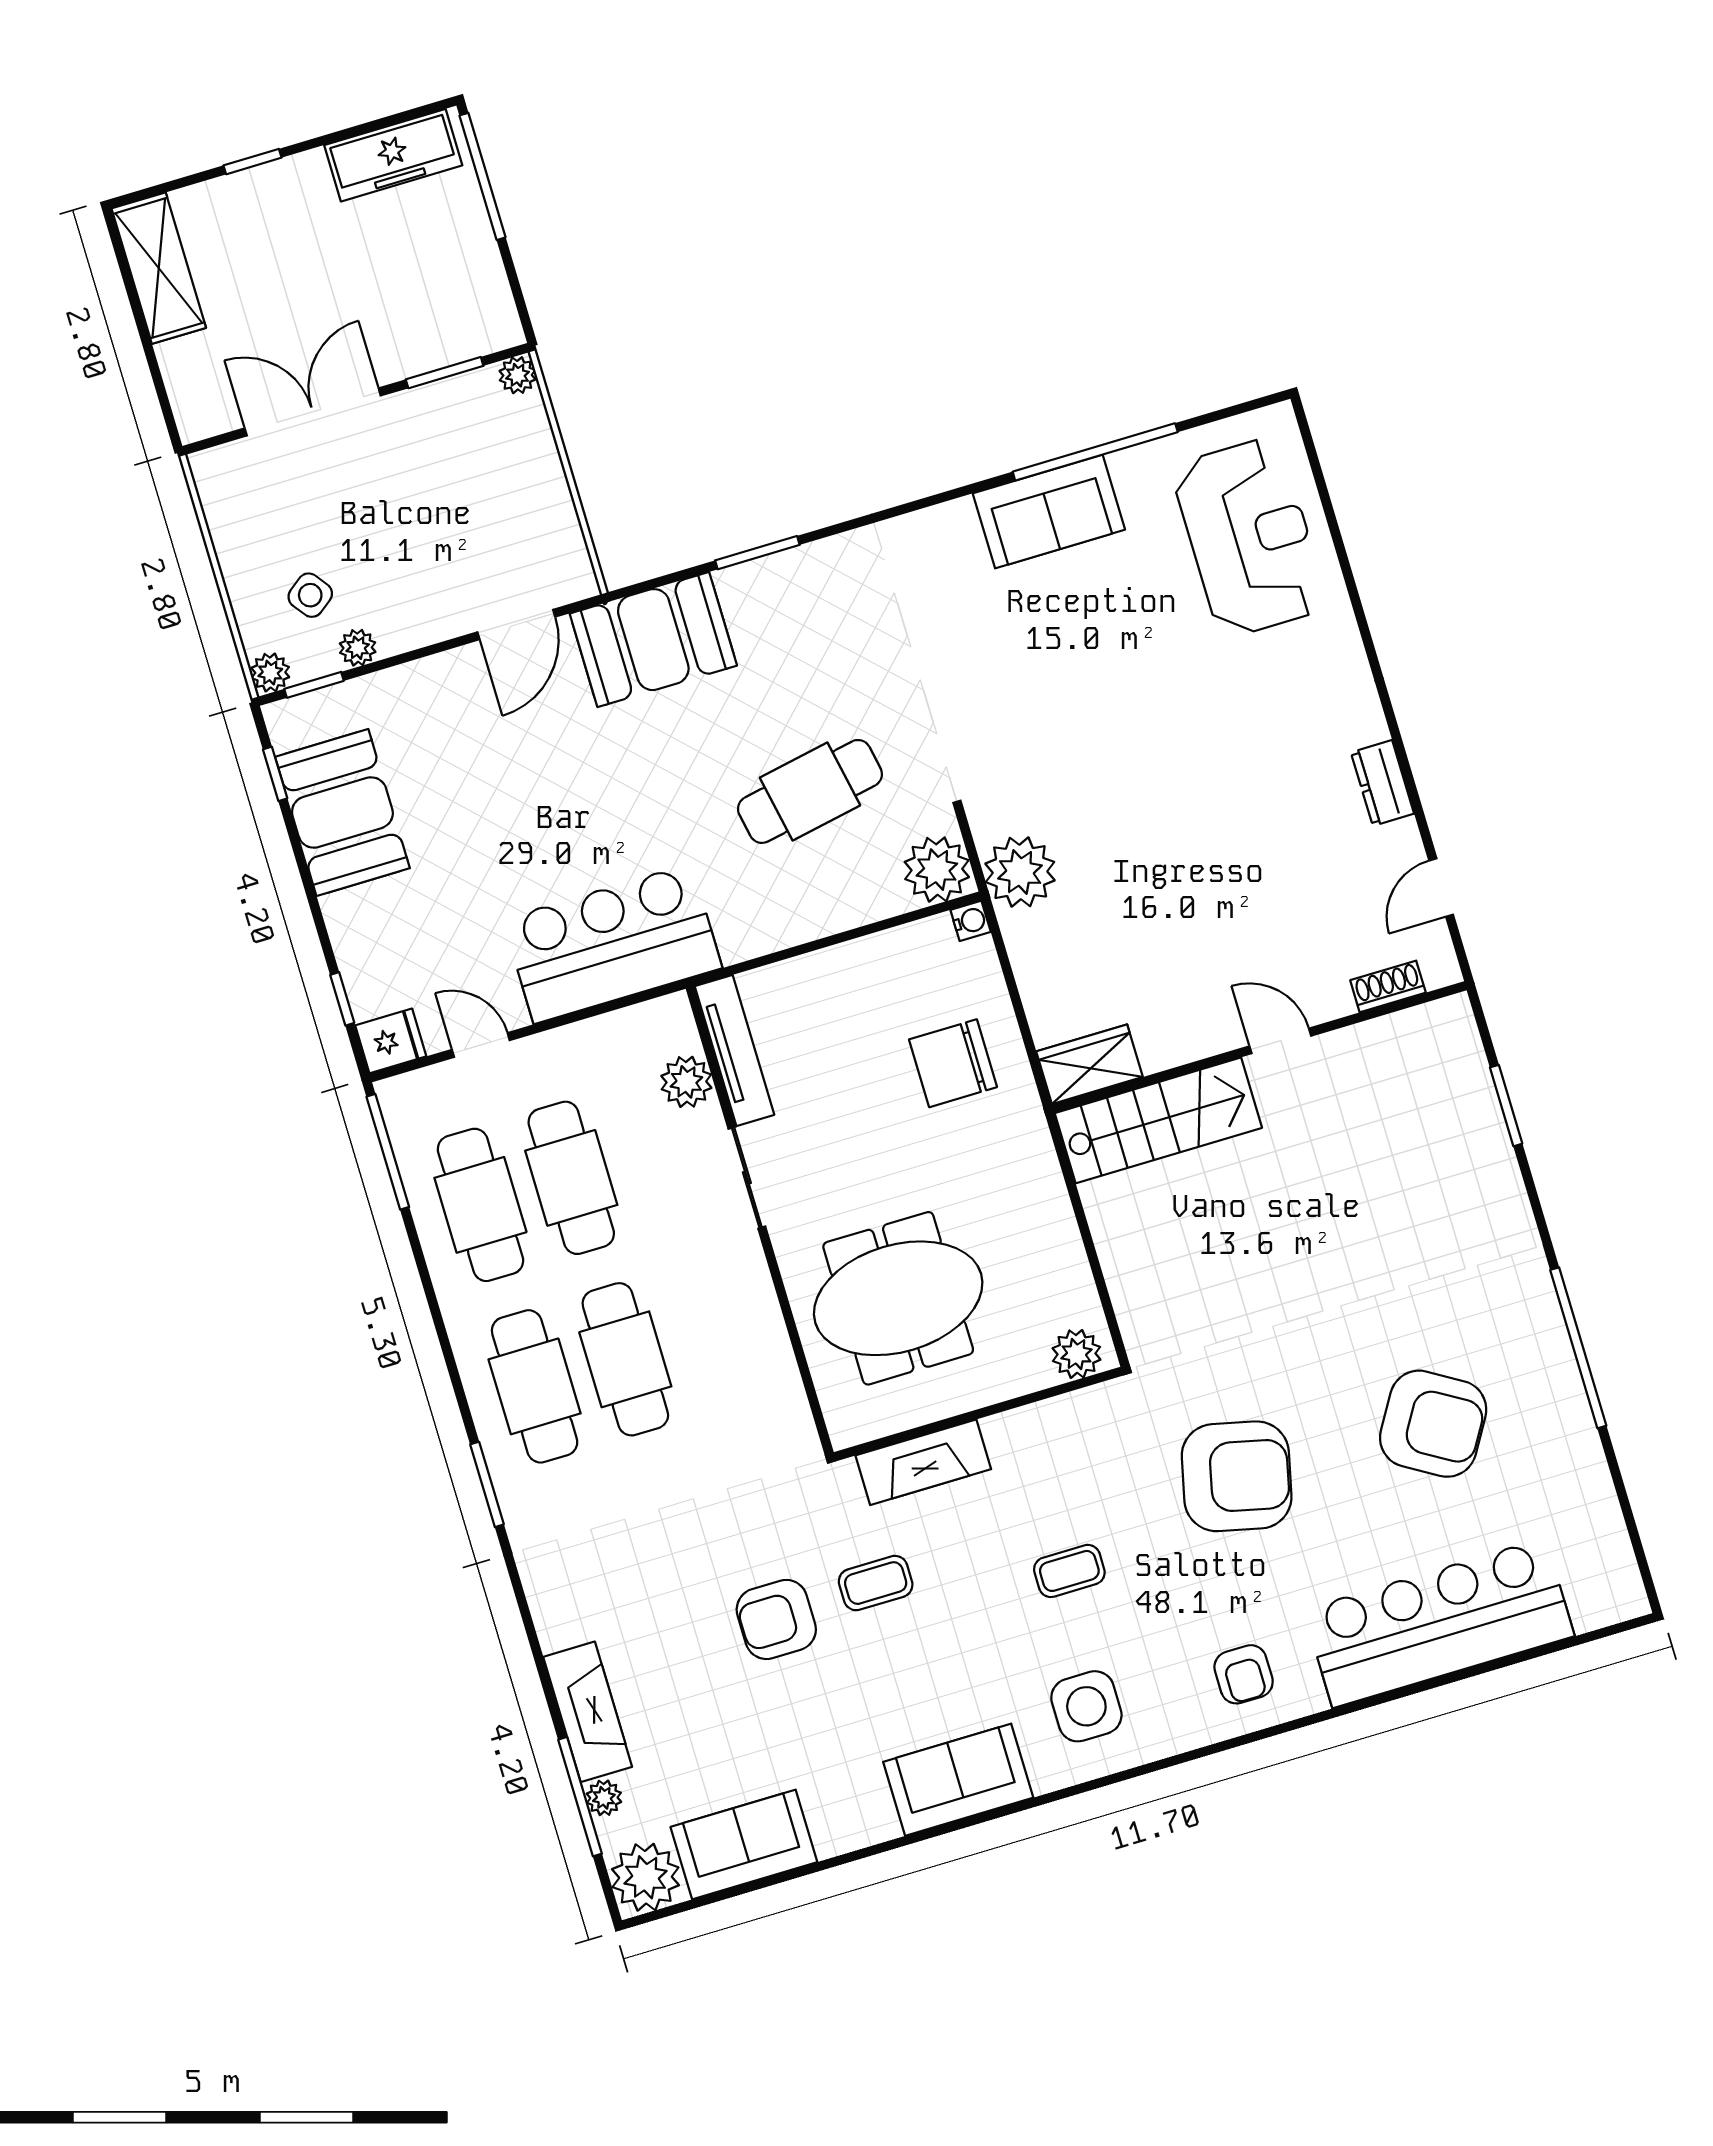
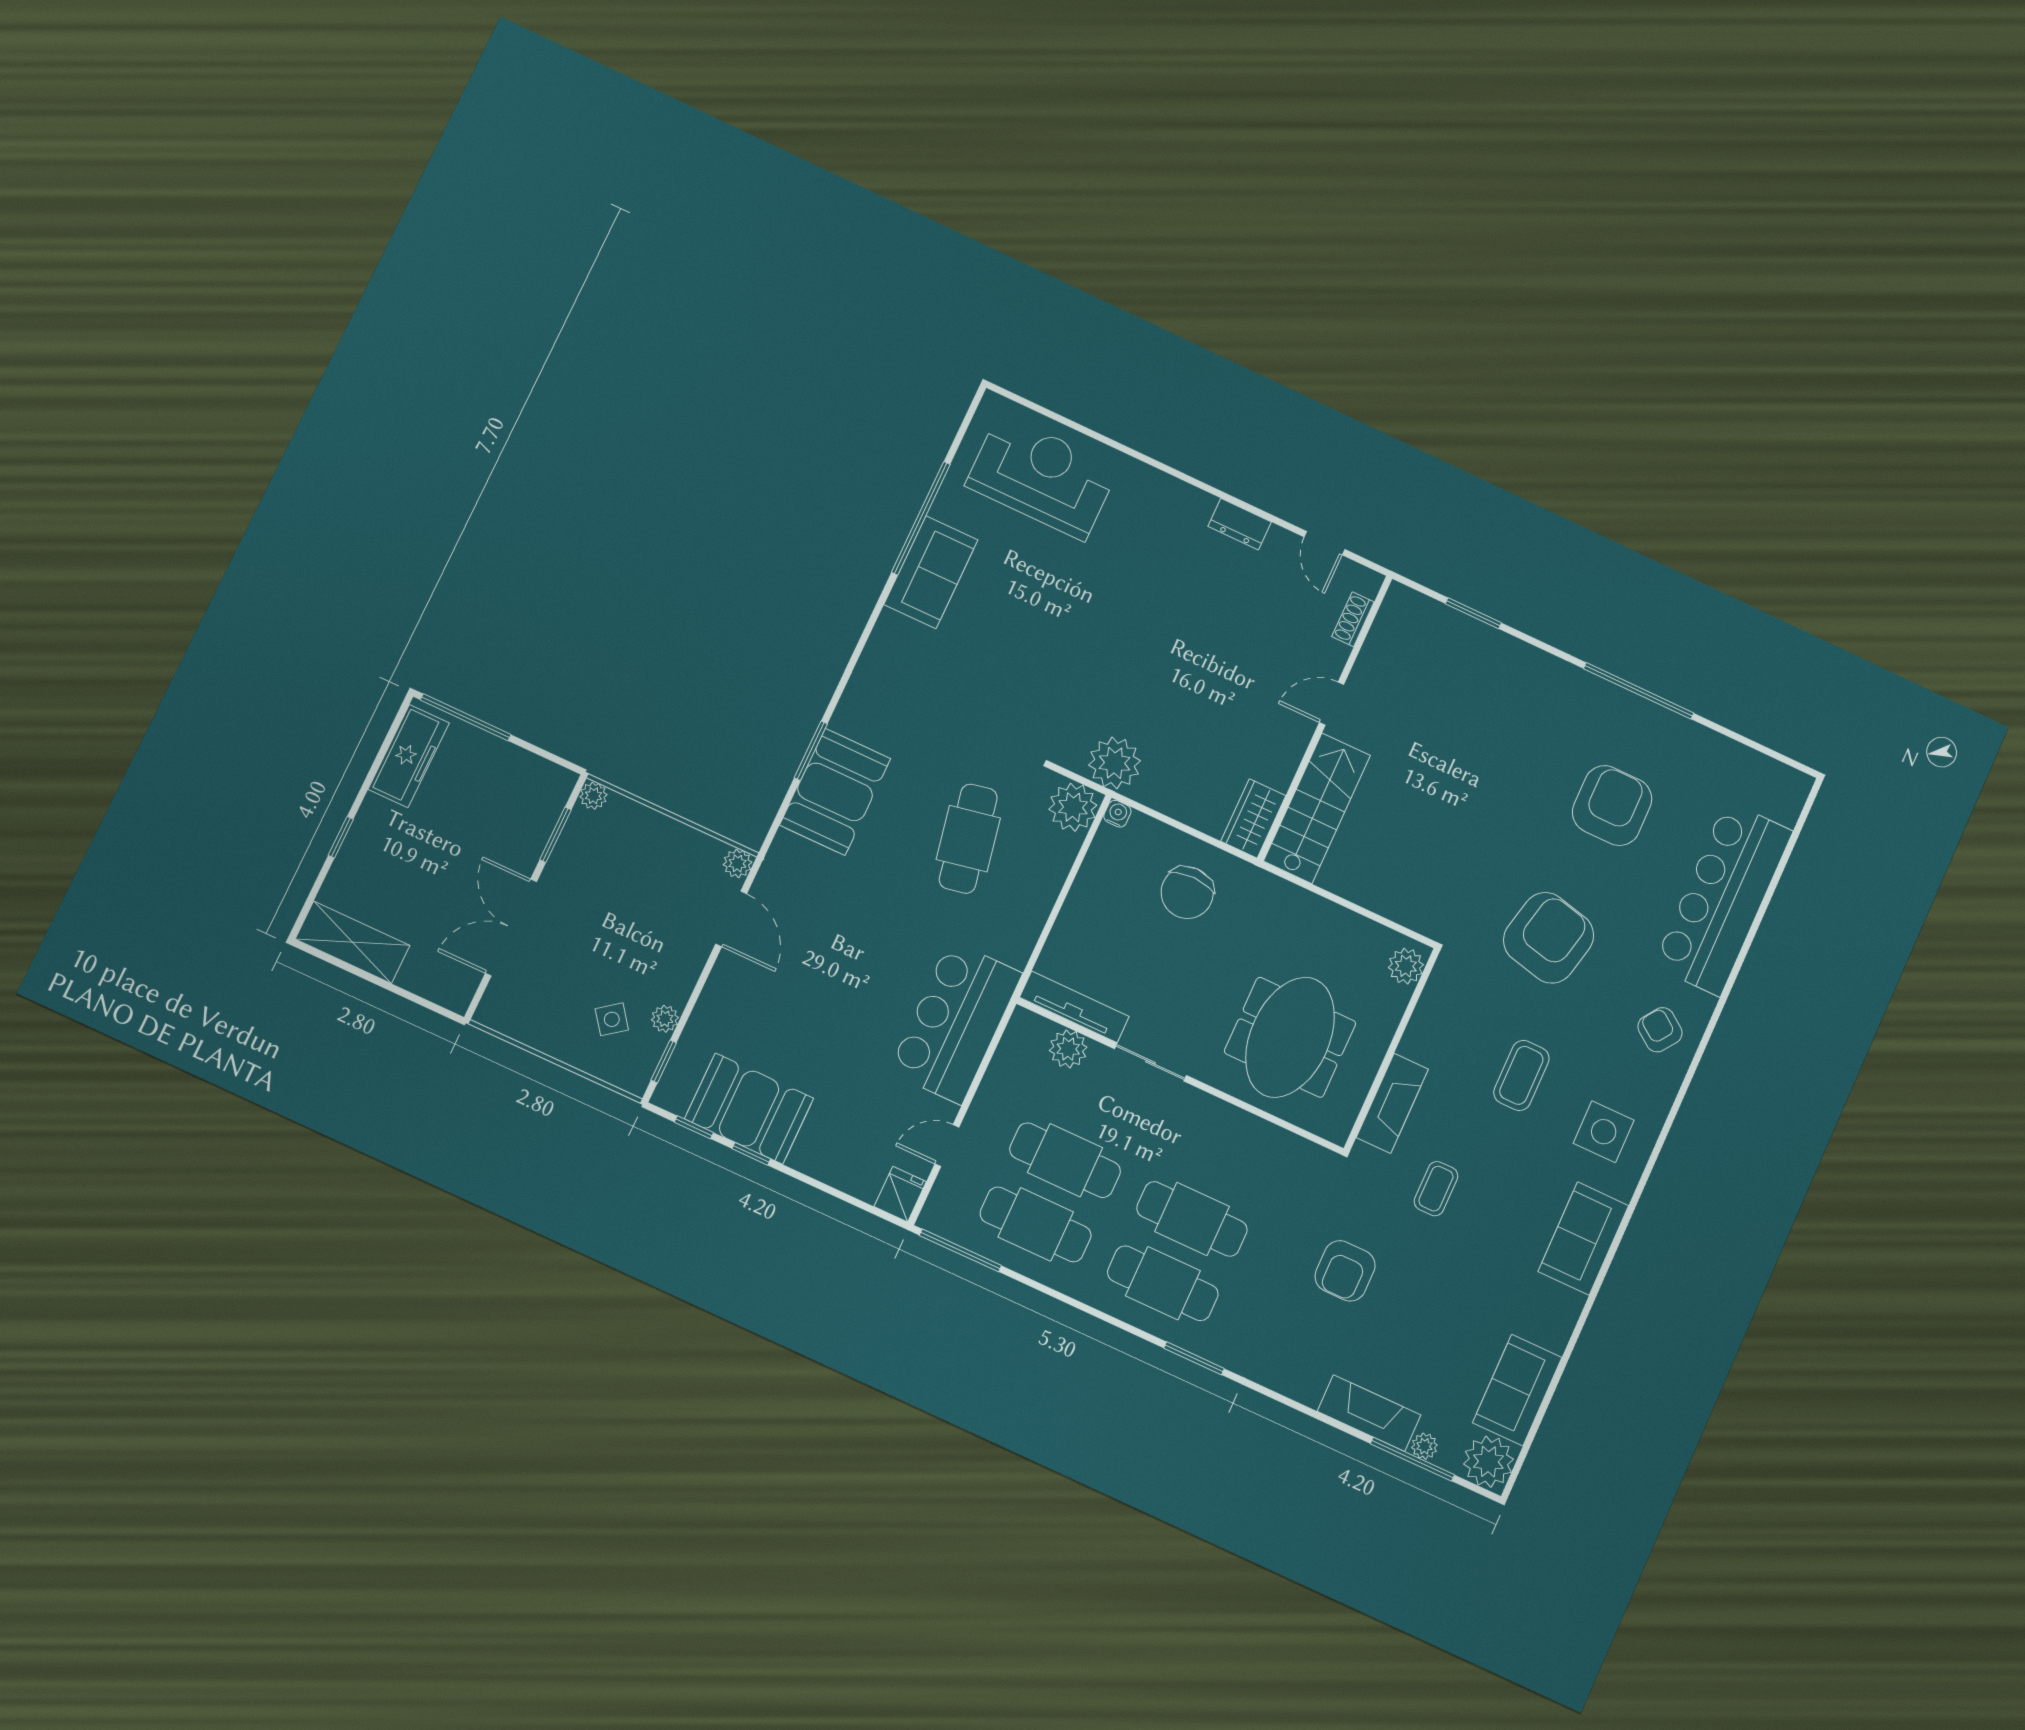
booth: (653, 640) -> (835, 792), moved
plant: (270, 673) -> (738, 863), moved
window: (342, 999) -> (751, 1154), moved
armchair: (1433, 1424) -> (1612, 806), turned -31
coffee table: (1069, 1571) -> (1521, 1075), width x1.36, depth x1.30
armchair: (776, 1619) -> (1345, 1271), moved
armchair: (1244, 1674) -> (1660, 1030), turned -144

